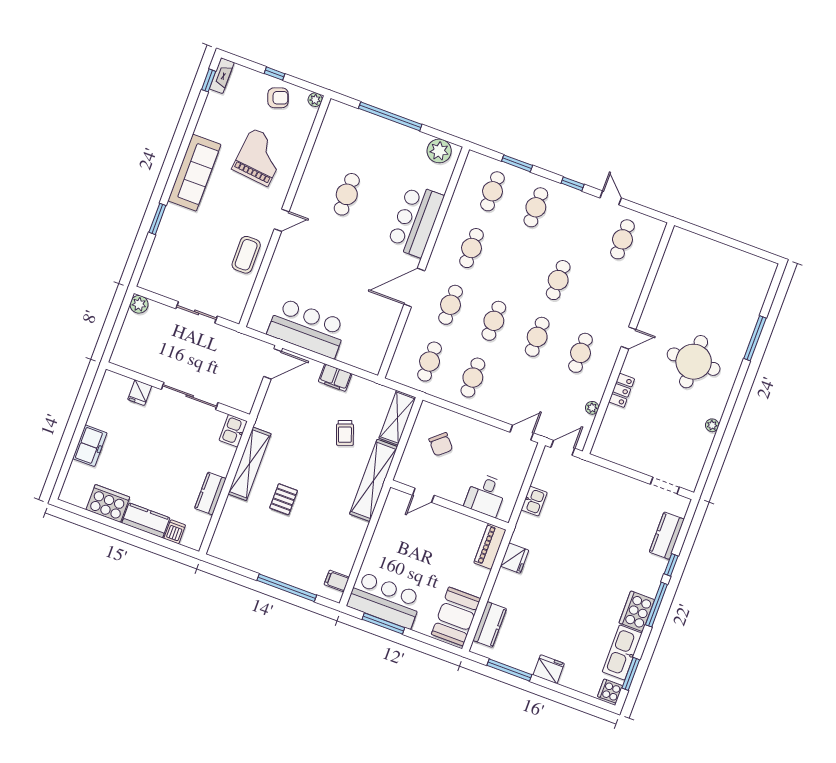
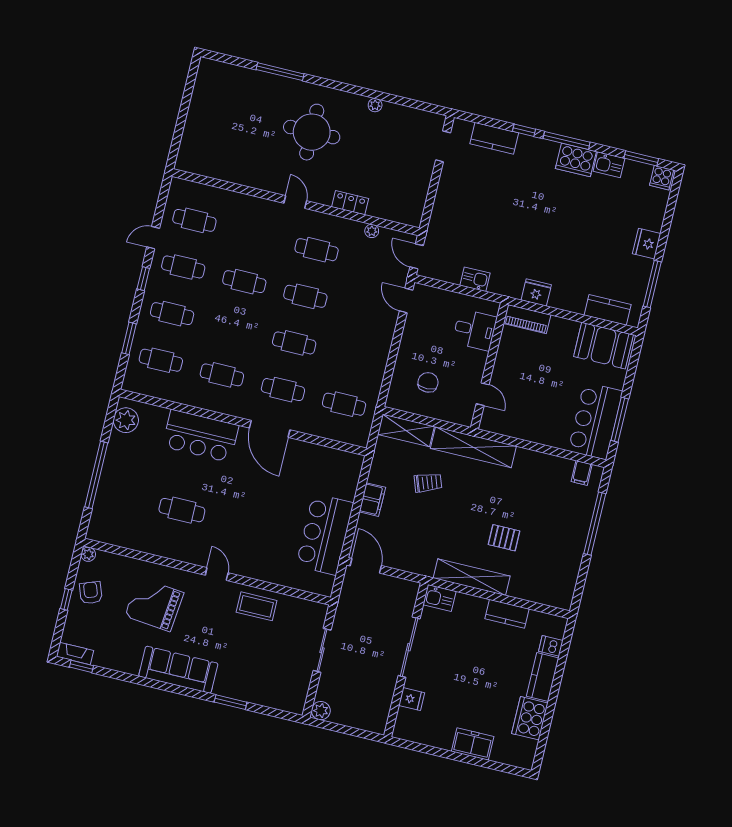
cafe table: (473, 378) -> (183, 267), moved
chair: (441, 444) -> (428, 382), turned -49
kitchen sink: (622, 652) -> (609, 165), width x0.53, depth x0.81

